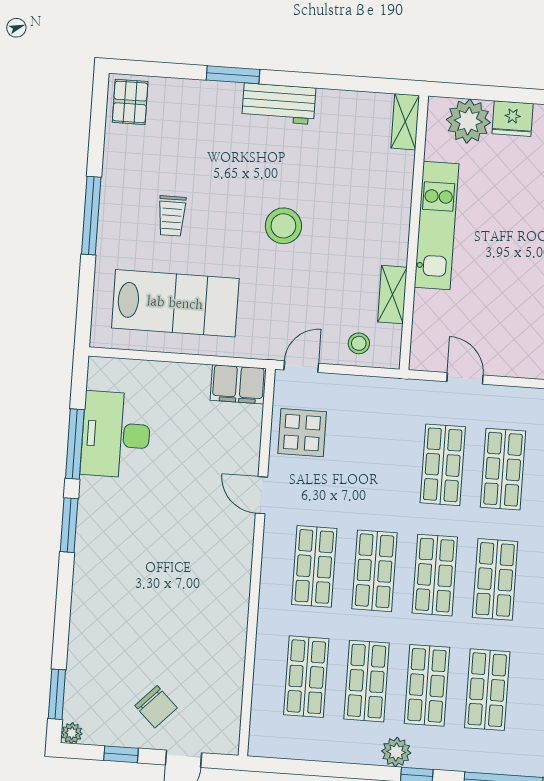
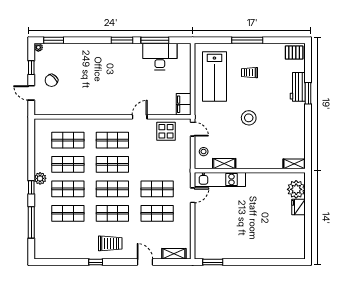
workbench: (279, 104) -> (298, 87), moved
kitchen unit: (437, 226) -> (220, 179), moved

